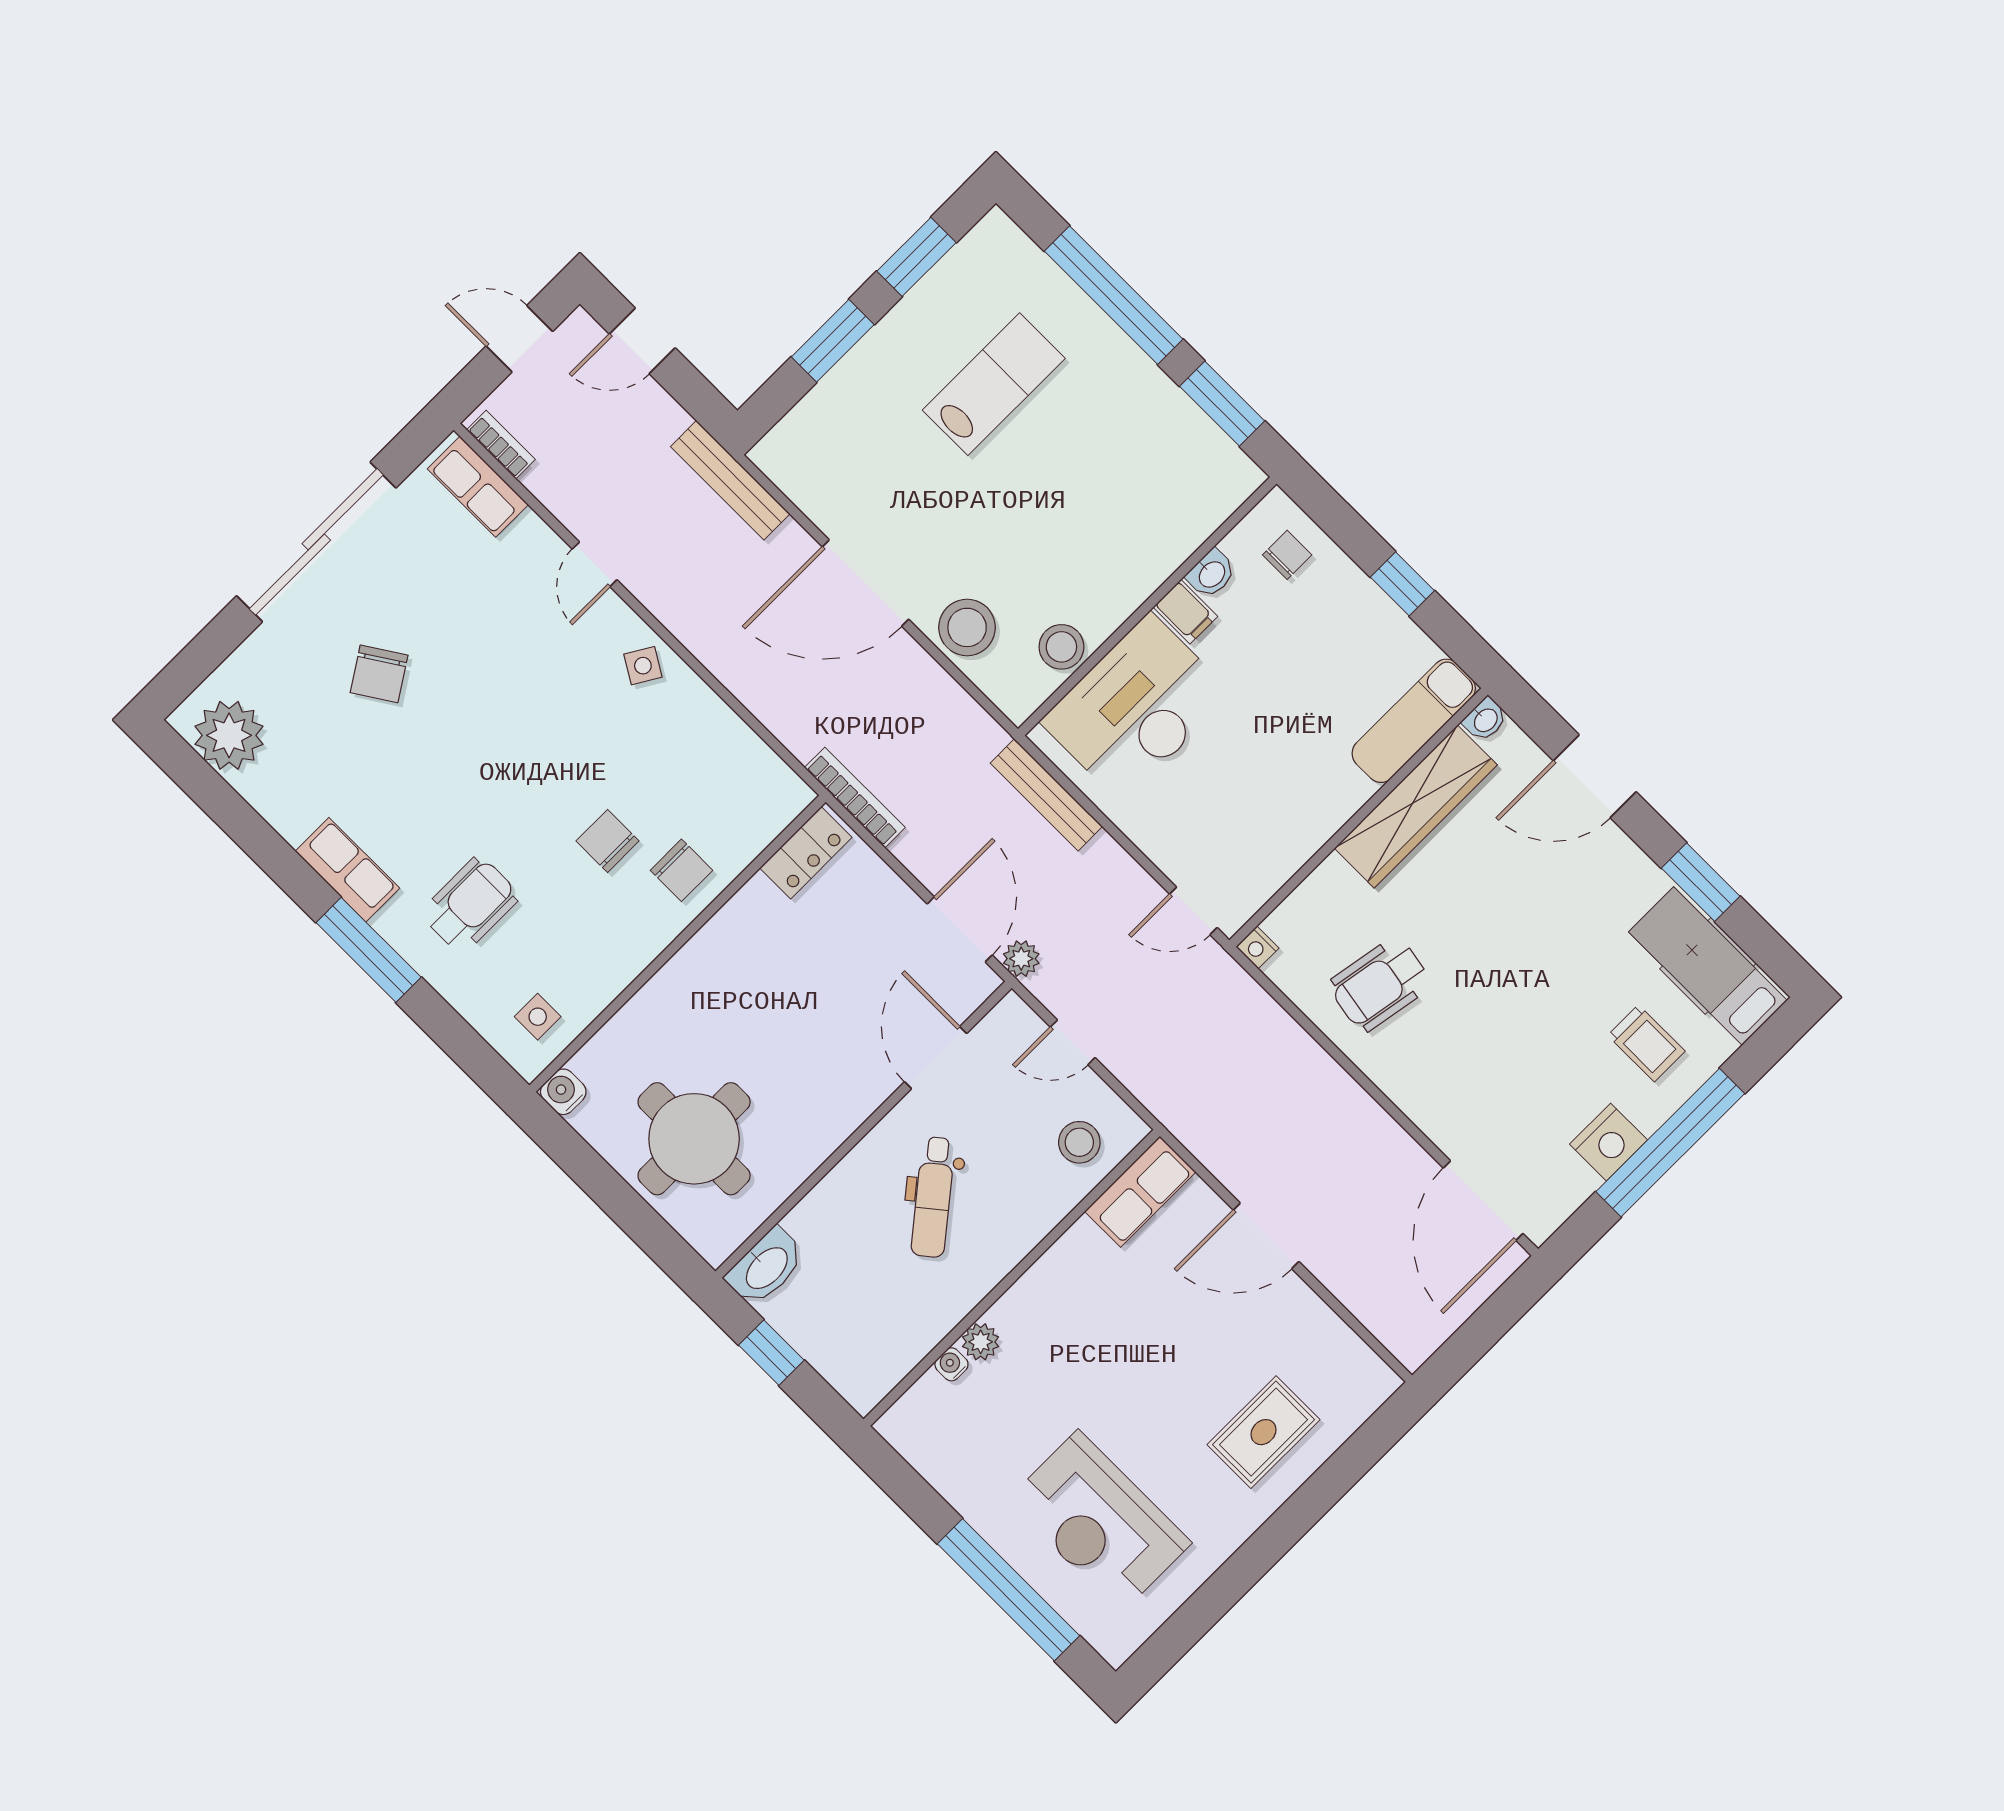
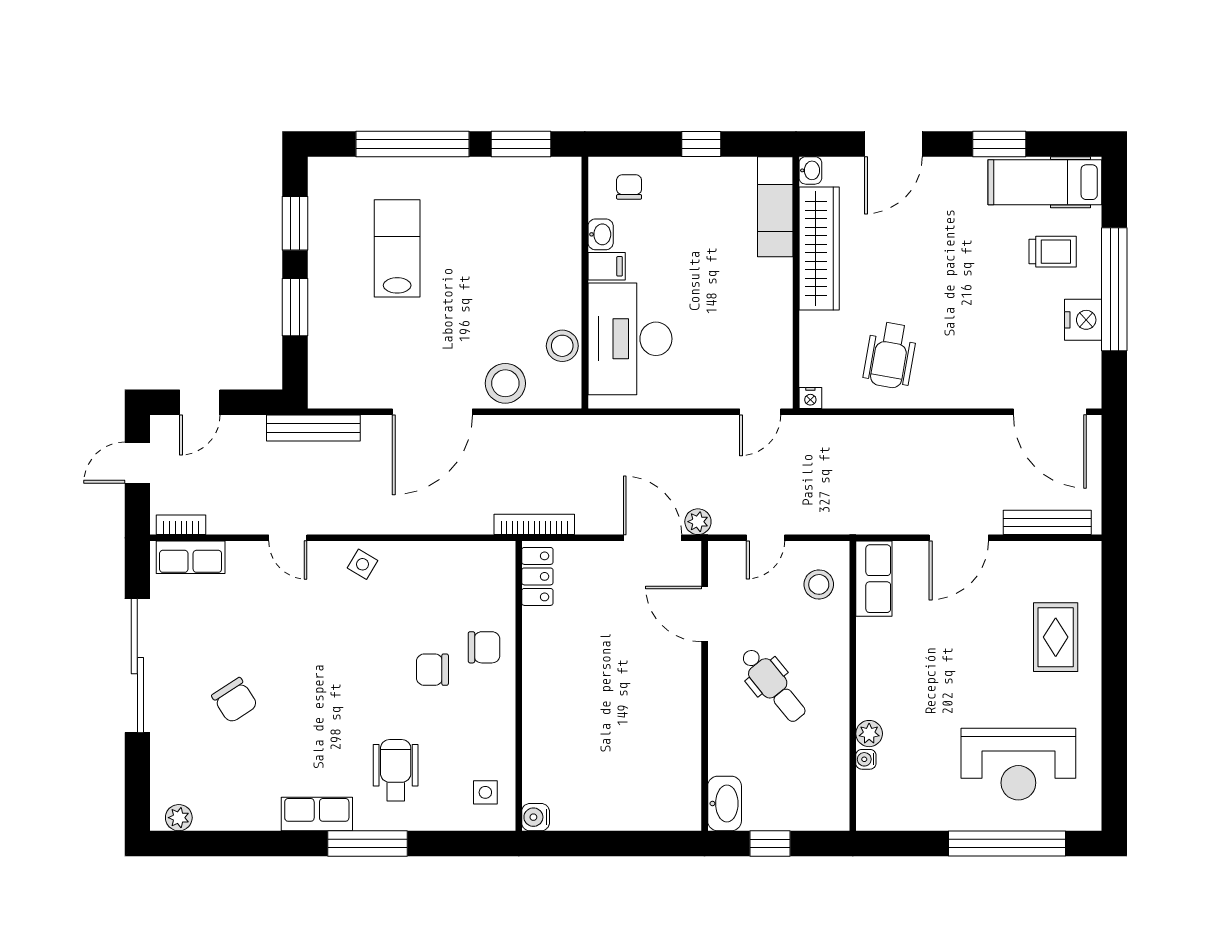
plant: (229, 735) -> (179, 818), width x0.53, depth x0.53
bench: (1046, 795) -> (1047, 522), moved
round table: (694, 1139) -> (624, 775), removed

